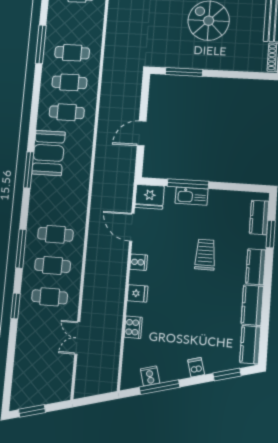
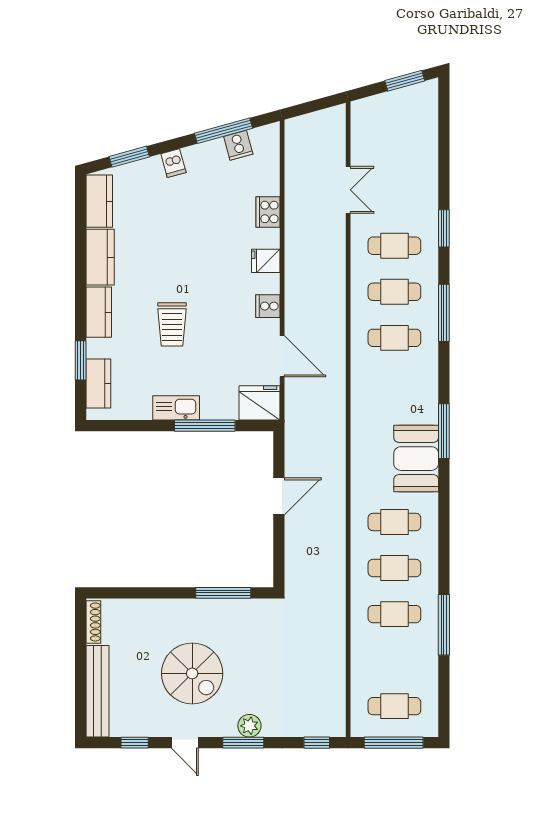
kitchen sink: (192, 196) -> (176, 408), moved

